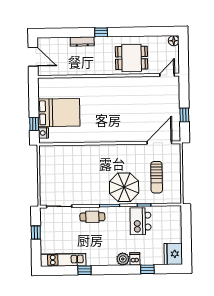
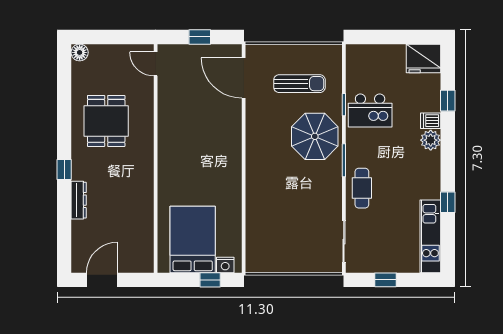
door: (167, 75) -> (156, 64), moved
wall: (109, 76) -> (156, 158), moved

